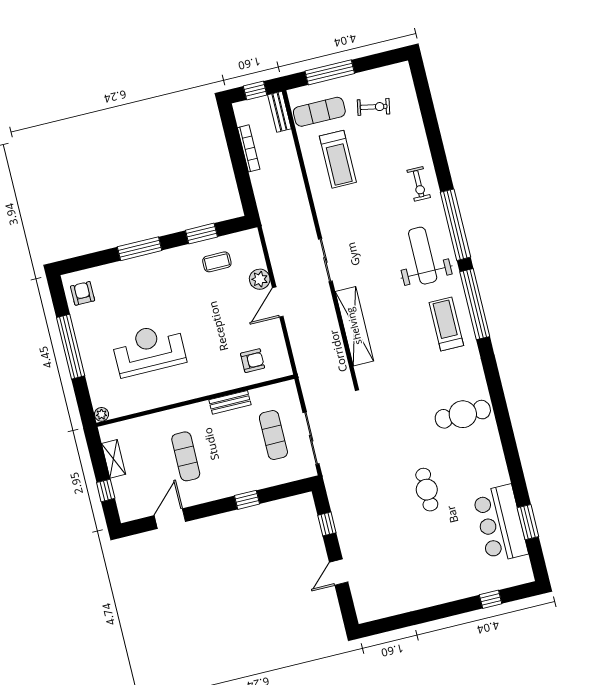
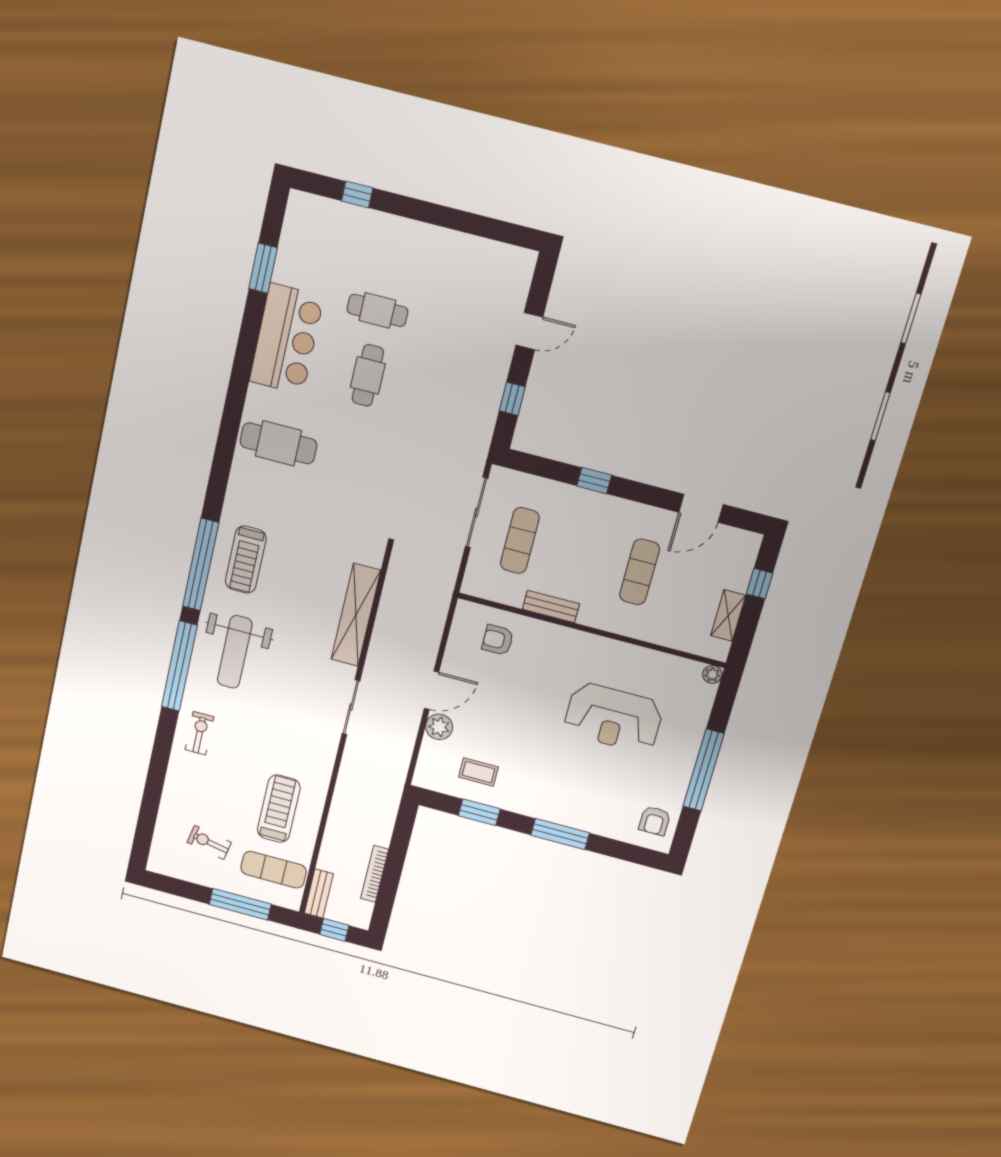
bar counter: (500, 524) -> (286, 339), moved
cafe table: (442, 534) -> (377, 310), added

